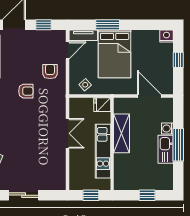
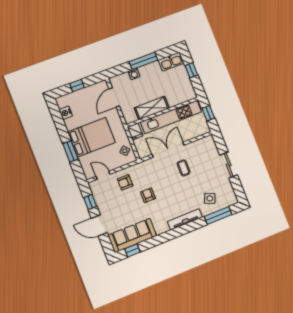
tv unit: (83, 35) -> (86, 167), removed
nightstand: (166, 36) -> (66, 113), moved
double door: (67, 133) -> (168, 150), width x1.37
coffee table: (40, 143) -> (184, 168), added
kitchen sink: (166, 149) -> (171, 62), moved
kitchen unit: (103, 151) -> (171, 117), width x1.36

